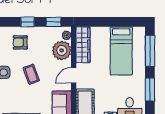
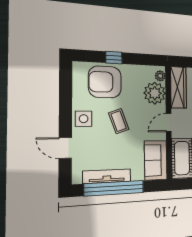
window: (54, 22) -> (145, 60), removed
armchair: (20, 42) -> (105, 82), width x1.88, depth x1.88

